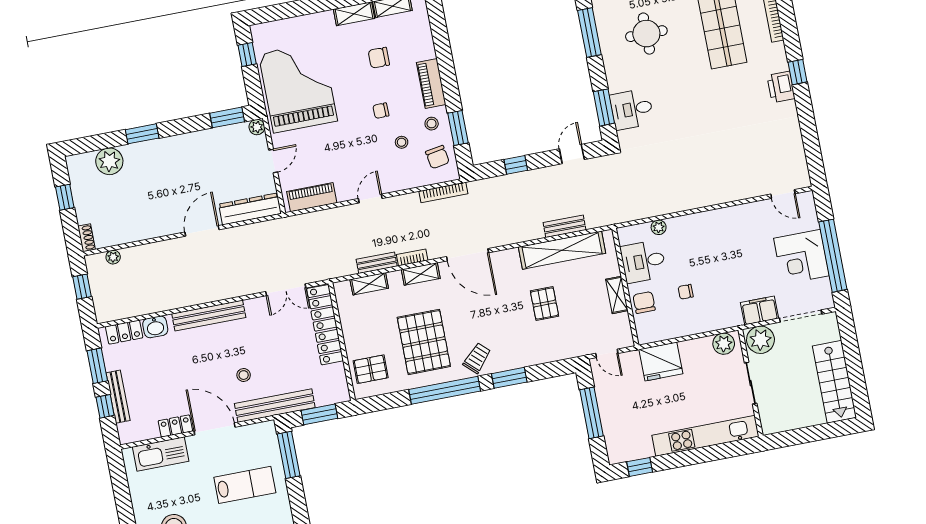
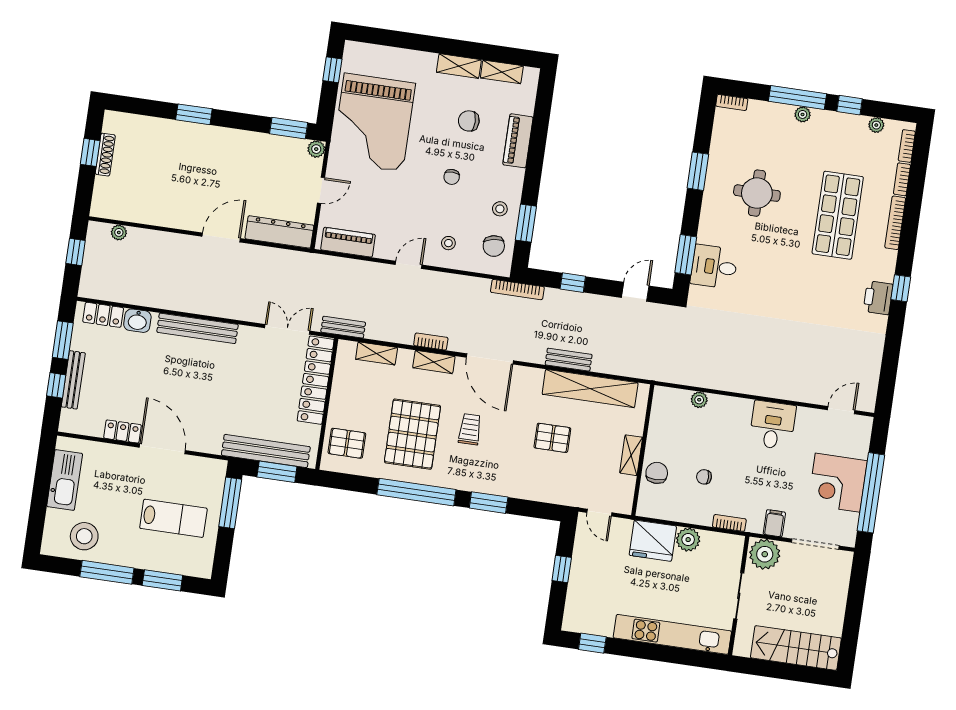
window: (589, 32) -> (698, 171), width x0.69
piano: (431, 83) -> (518, 141), moved
grand piano: (298, 87) -> (374, 122), turned 180
chair: (381, 111) -> (452, 177), turned -89
stool: (402, 142) -> (448, 243), moved
plant: (109, 161) -> (150, 131), removed
bookcase: (443, 193) -> (517, 290), moved
door: (783, 194) -> (841, 410), swing flipped
bench: (564, 226) -> (569, 360), moved
shoe rack: (87, 238) -> (105, 155), moved, width x1.43
desk: (643, 261) -> (773, 425), moved, turned 90
bench: (377, 263) -> (343, 327), moved
double door: (286, 290) -> (287, 329), swing flipped
pallet: (545, 304) -> (552, 438), turned 90
filing cabinet: (760, 310) -> (774, 523), width x0.50
bookcase: (721, 324) -> (729, 523), added
plant: (724, 344) -> (688, 540), moved
trolley: (477, 358) -> (470, 429), moved, turned -43
stool: (244, 375) -> (212, 403), removed
stairs: (834, 382) -> (796, 648), moved, turned 90
bench: (275, 406) -> (266, 451), moved
window: (591, 413) -> (562, 569), width x0.46
kitchen sink: (161, 454) -> (65, 480), moved, turned -90

